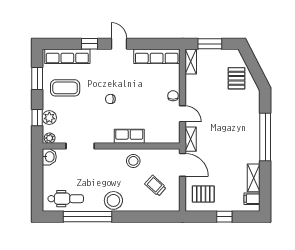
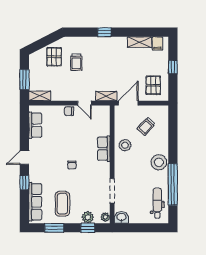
row of seats: (157, 56) -> (35, 125), width x0.68
pallet: (236, 78) -> (54, 57), turned 90
trolley: (230, 104) -> (76, 62), added
door: (183, 114) -> (85, 103), swing flipped
window: (265, 137) -> (104, 32), width x0.32

